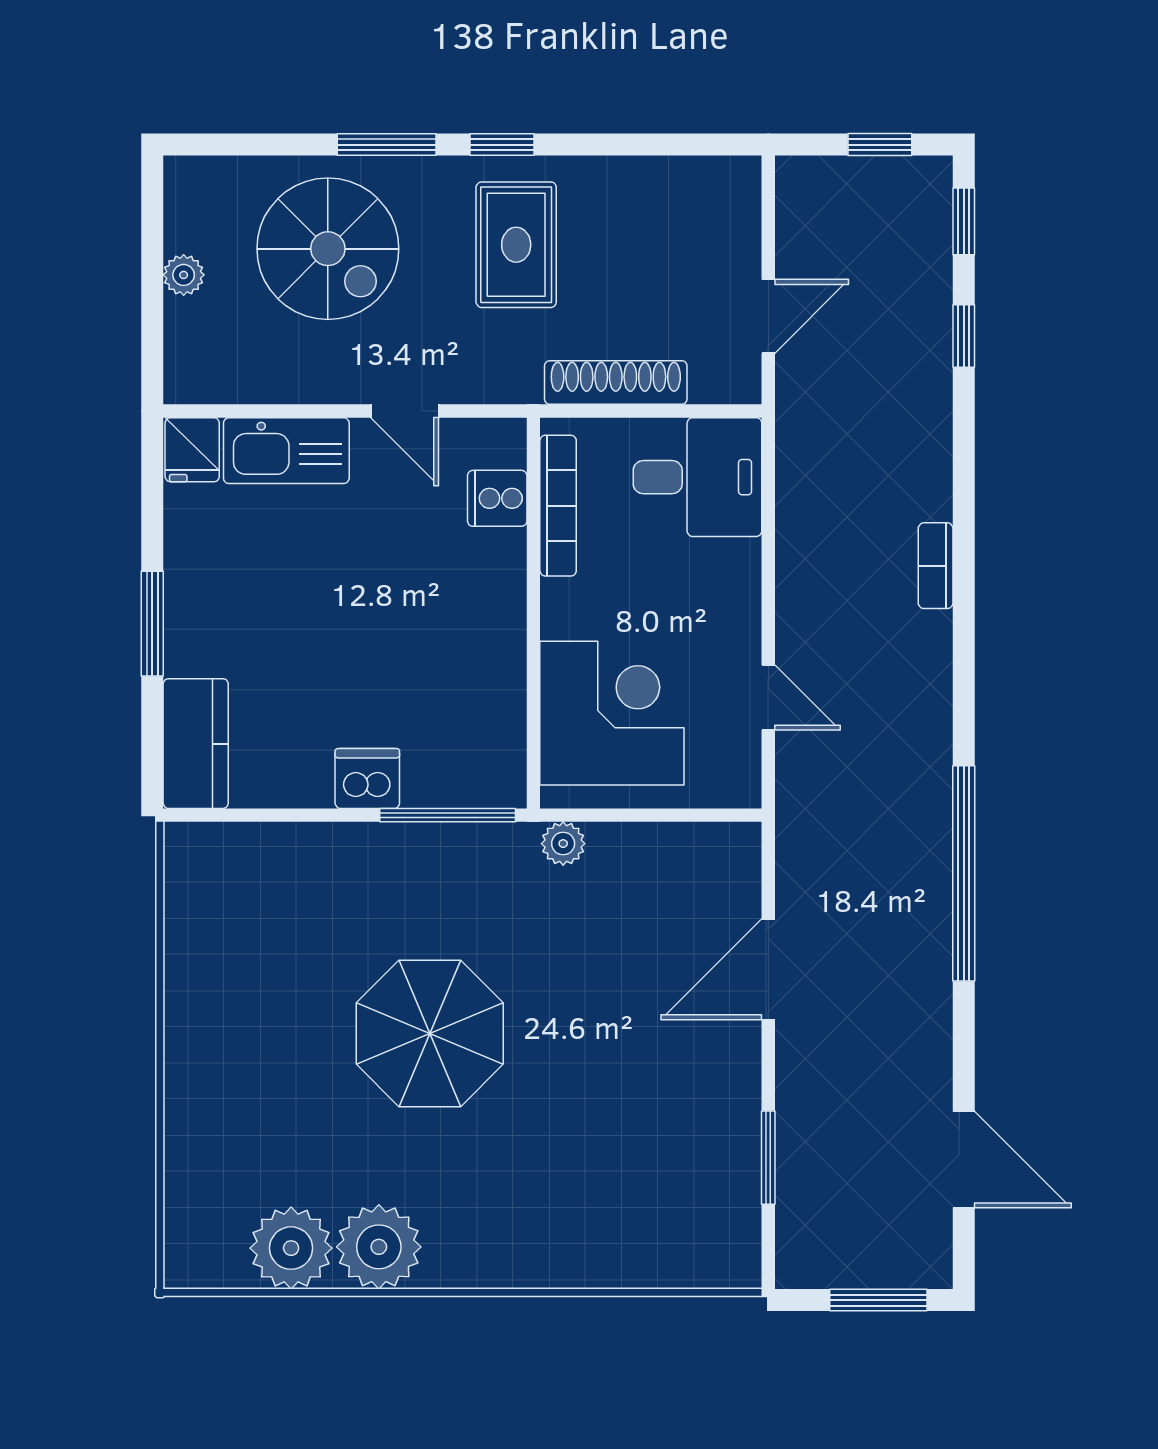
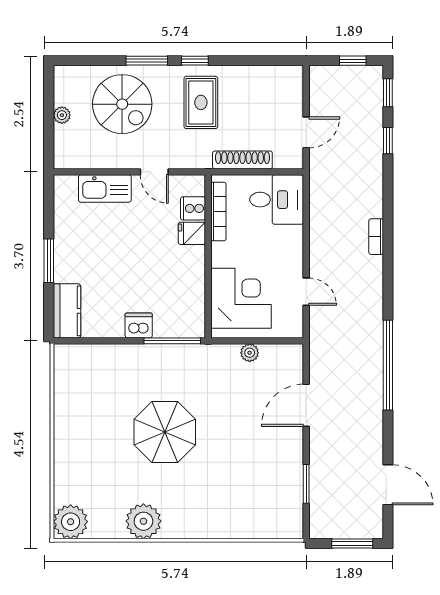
fridge: (192, 450) -> (192, 233), moved, turned 90
plant: (563, 844) -> (250, 353), moved
plant: (291, 1248) -> (71, 522), moved

